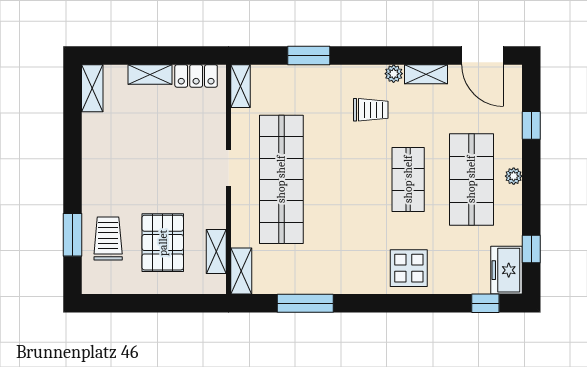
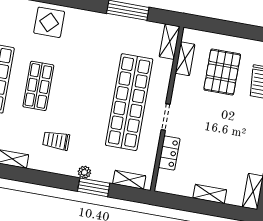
plant: (394, 74) -> (84, 172), moved
locker: (196, 76) -> (169, 153), moved, turned 90
shelving: (240, 86) -> (129, 180), moved, turned 90

